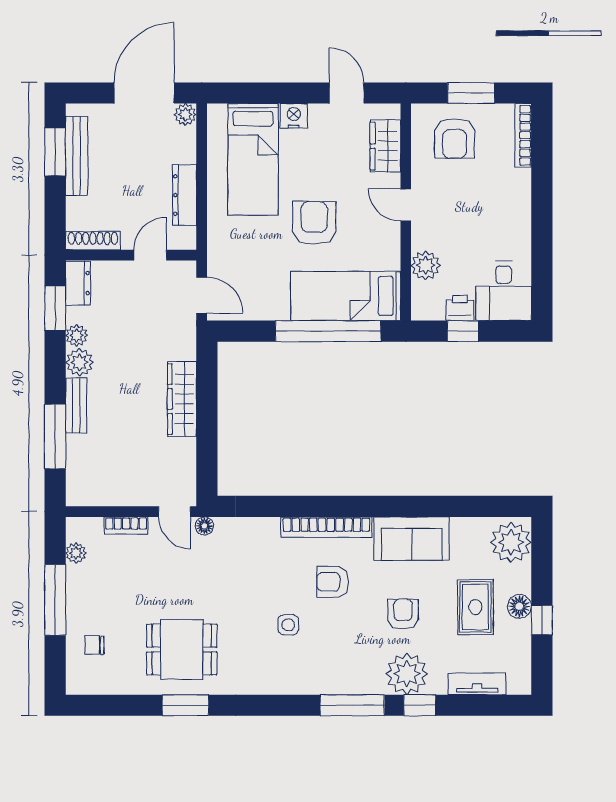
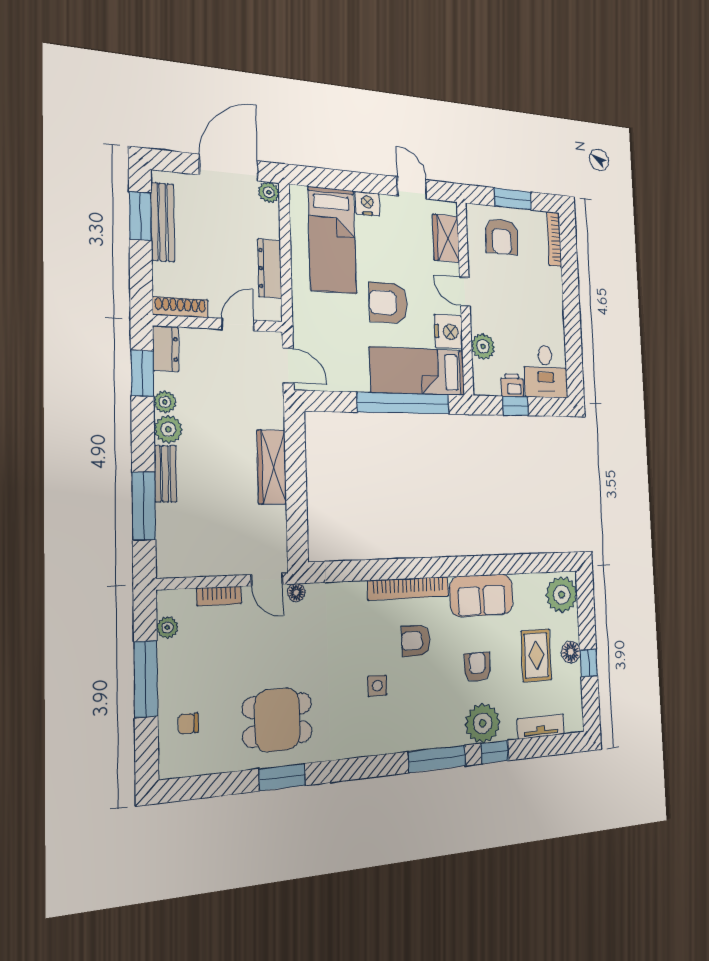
armchair: (314, 223) -> (388, 303), turned -90
nightstand: (384, 251) -> (448, 332), added

